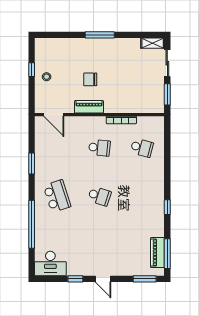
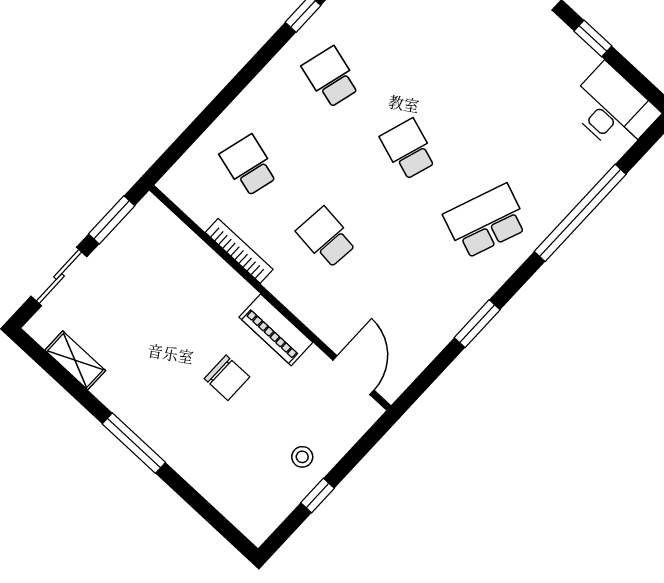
shelving: (153, 43) -> (75, 360), moved
school desk: (57, 196) -> (486, 221), turned 39
school desk: (142, 196) -> (331, 77), added

